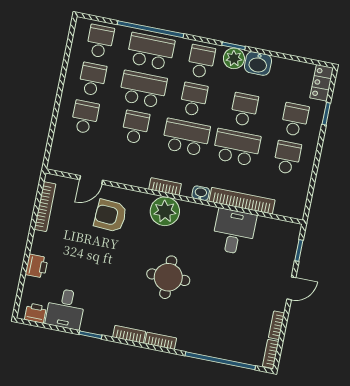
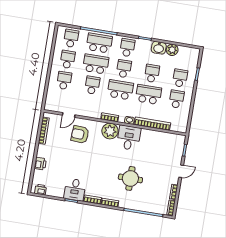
plant: (234, 58) -> (172, 50), moved
locker: (322, 83) -> (194, 57), removed
desk: (234, 232) -> (129, 138), moved
round table: (168, 277) -> (130, 178), moved
desk: (65, 309) -> (75, 190), moved

